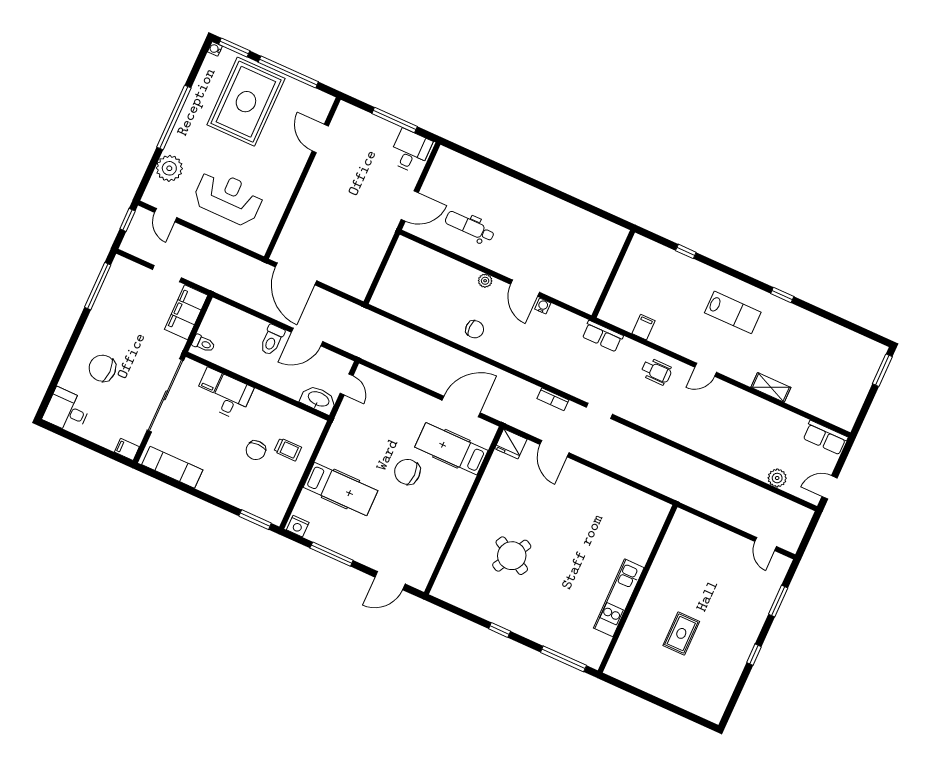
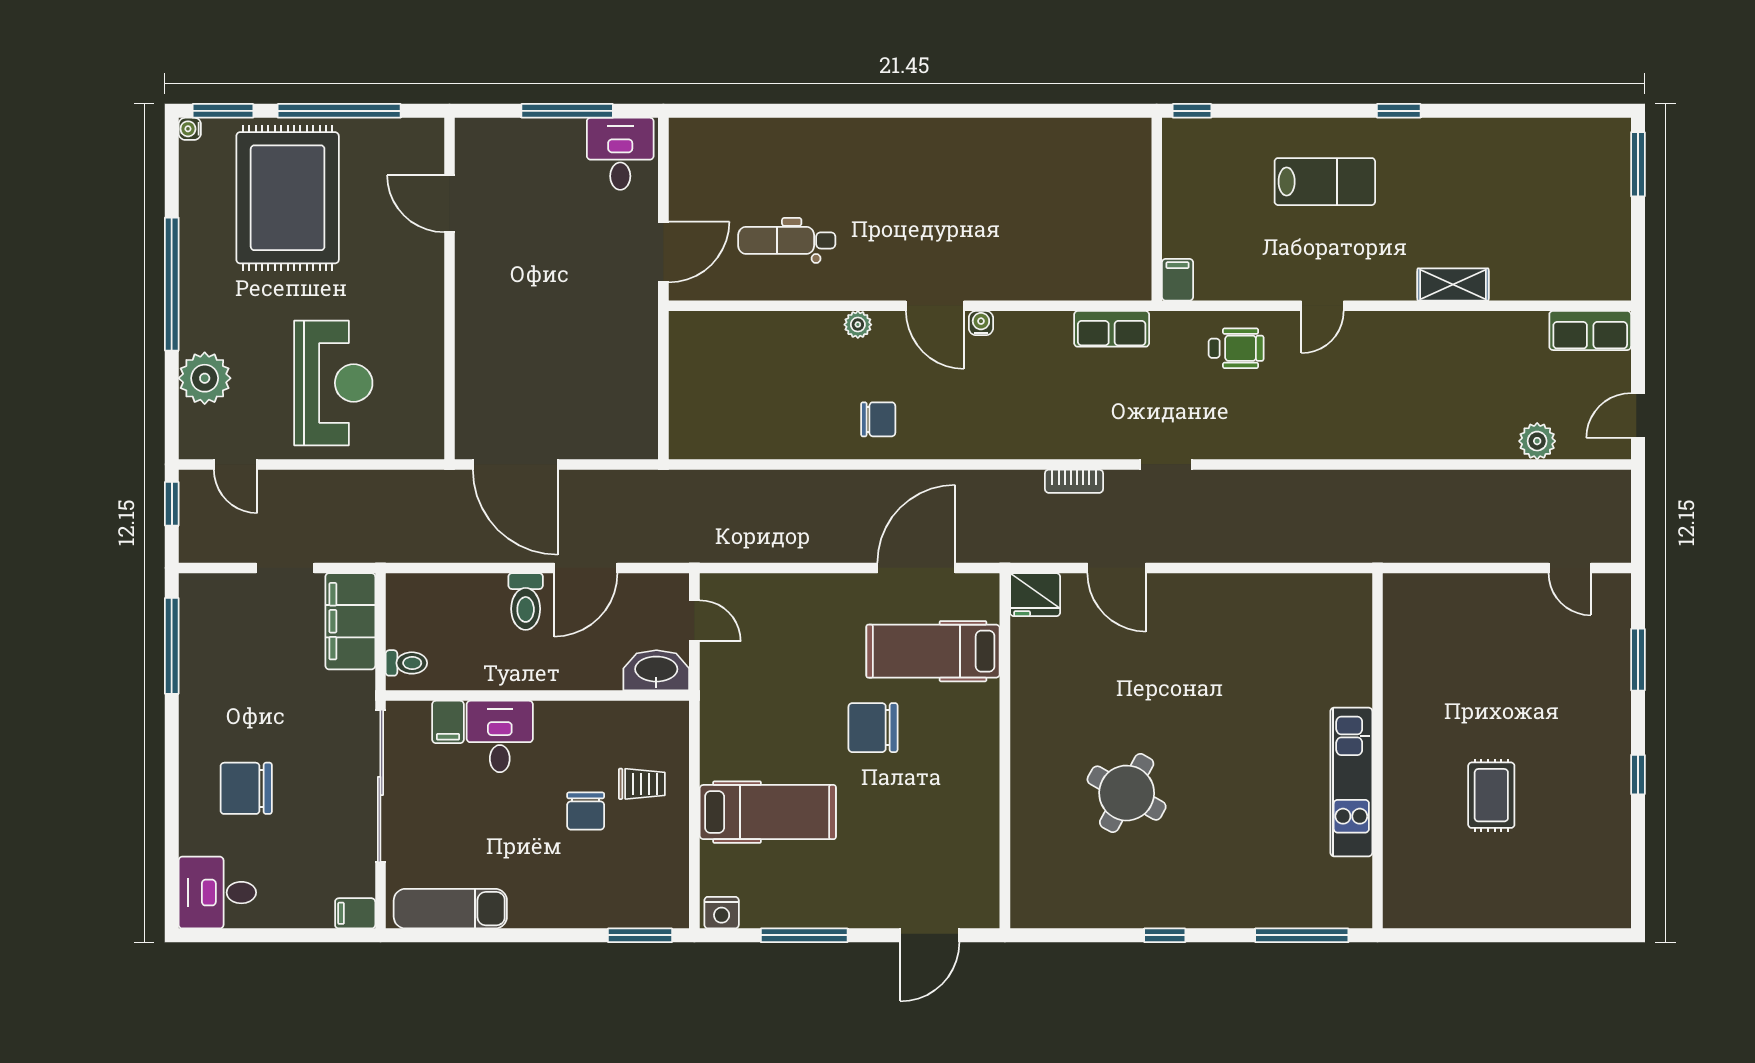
reception desk: (228, 198) -> (333, 383), turned 90
wall: (613, 274) -> (1157, 209), moved

